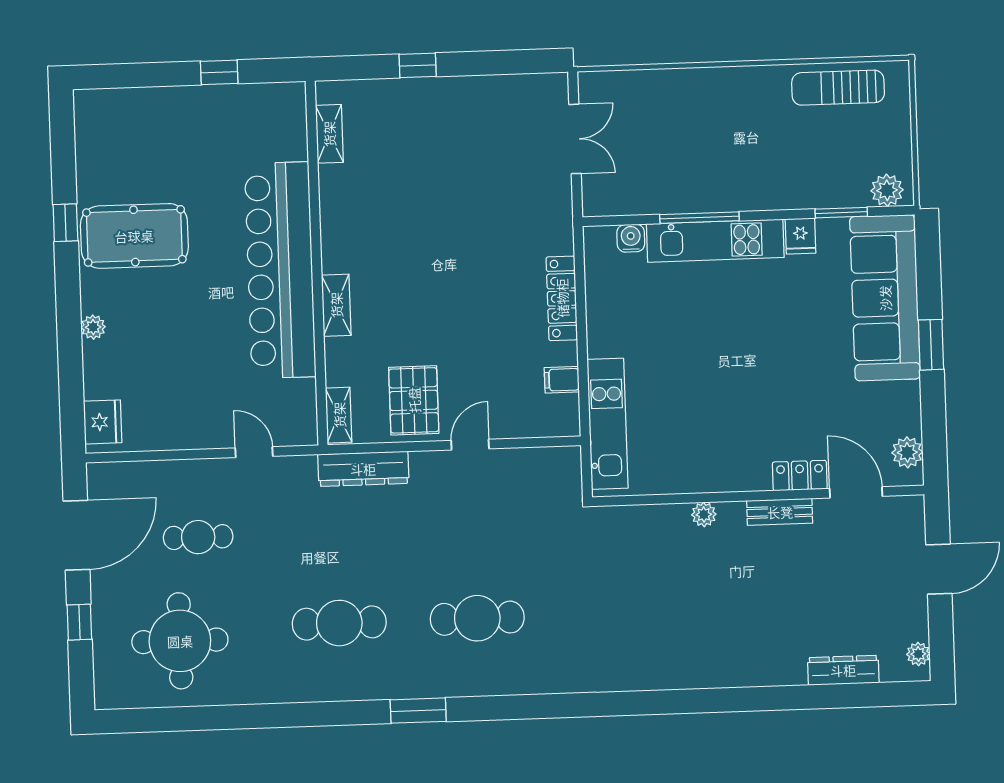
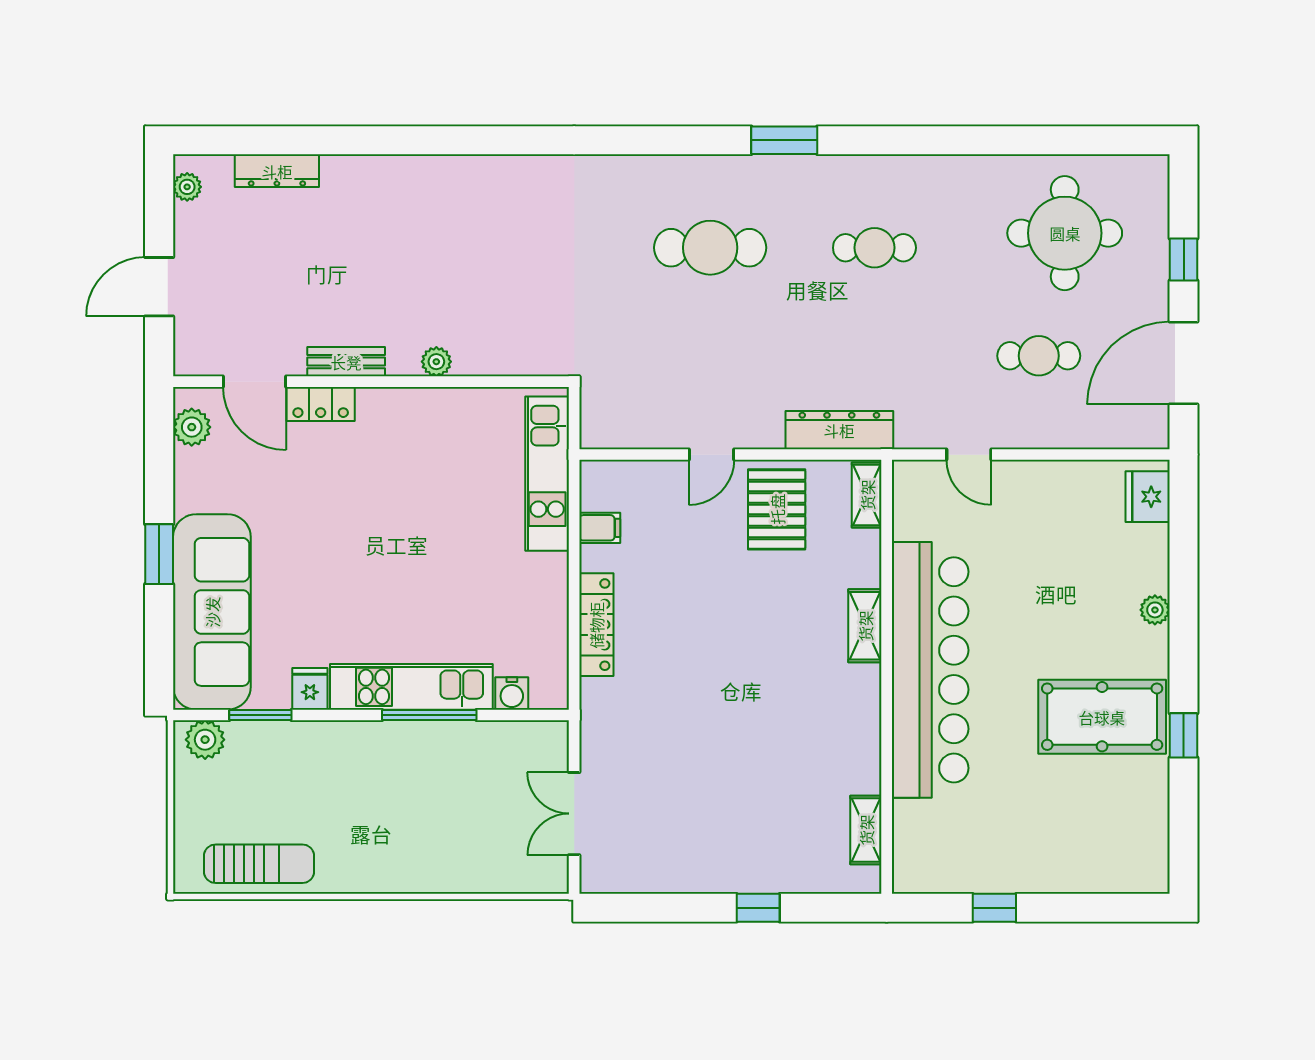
cafe table: (339, 623) -> (874, 248), width x0.73, depth x0.74

